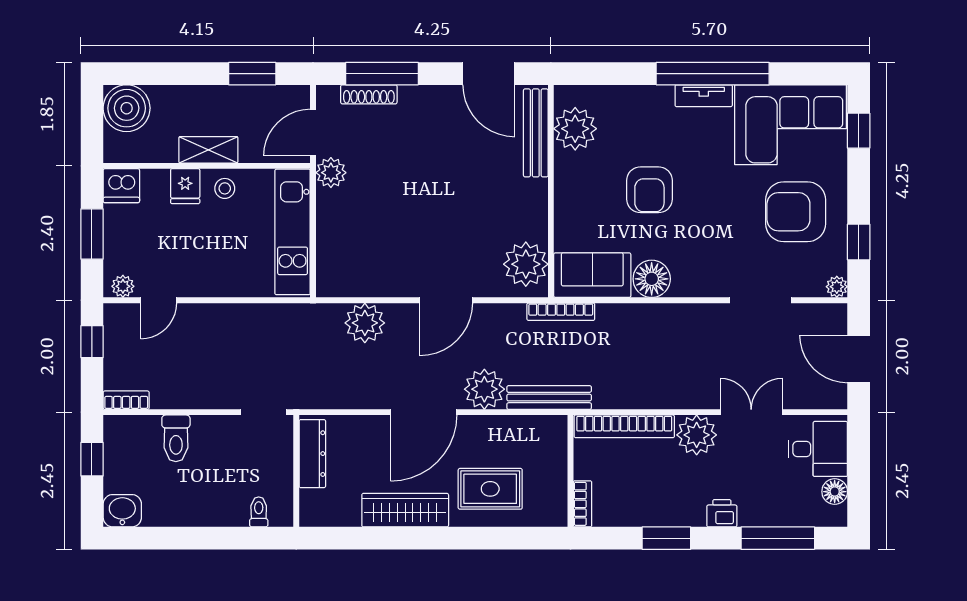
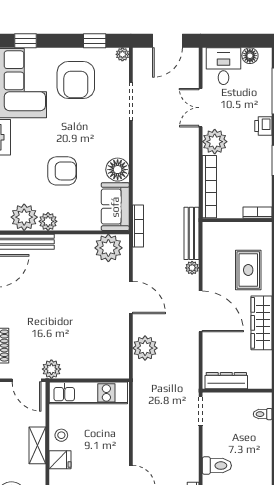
plant: (568, 167) -> (48, 221), added
plant: (484, 389) -> (192, 268), width x0.53, depth x0.53

